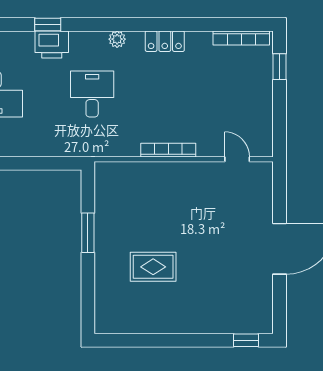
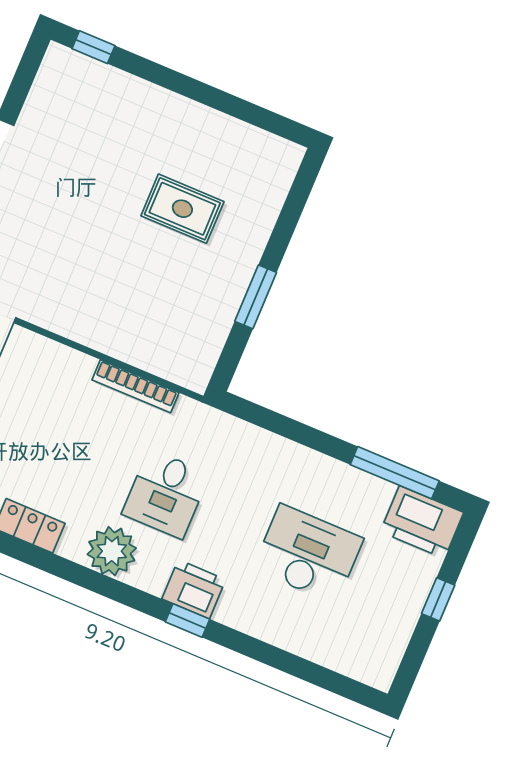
plant: (117, 39) -> (112, 551), width x1.87, depth x1.87
bookcase: (168, 150) -> (135, 386), moved

